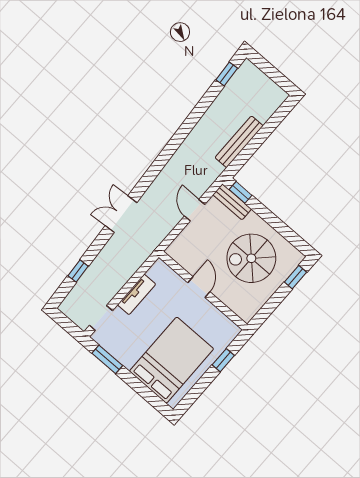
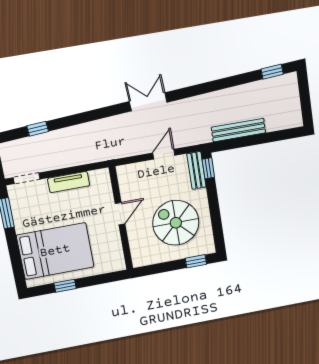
double door: (121, 214) -> (148, 102), moved
window: (223, 360) -> (65, 286), moved

